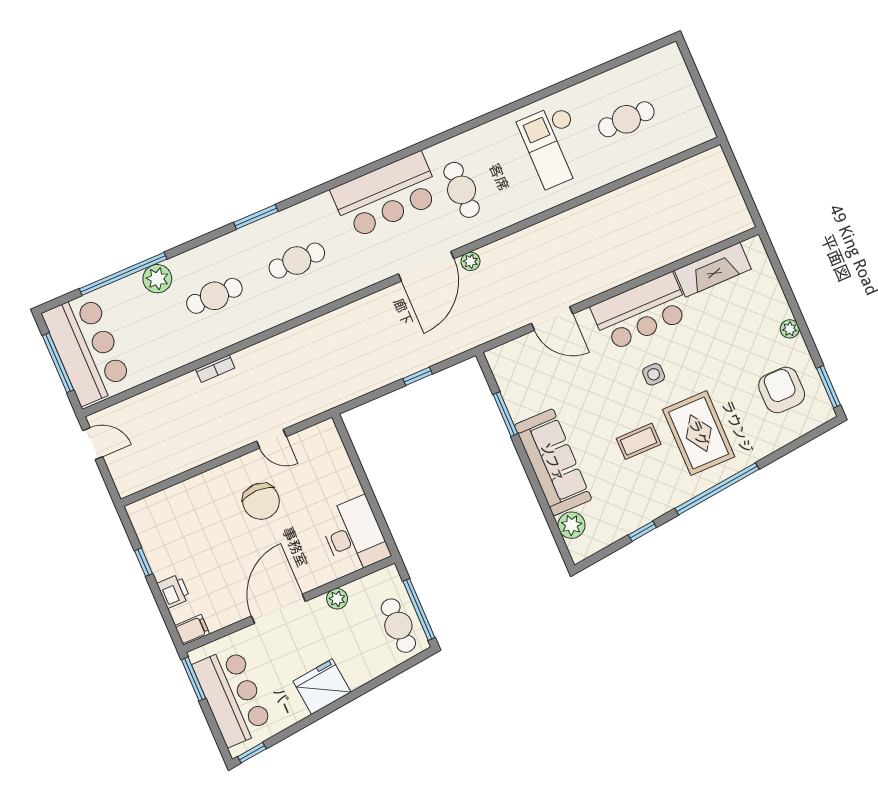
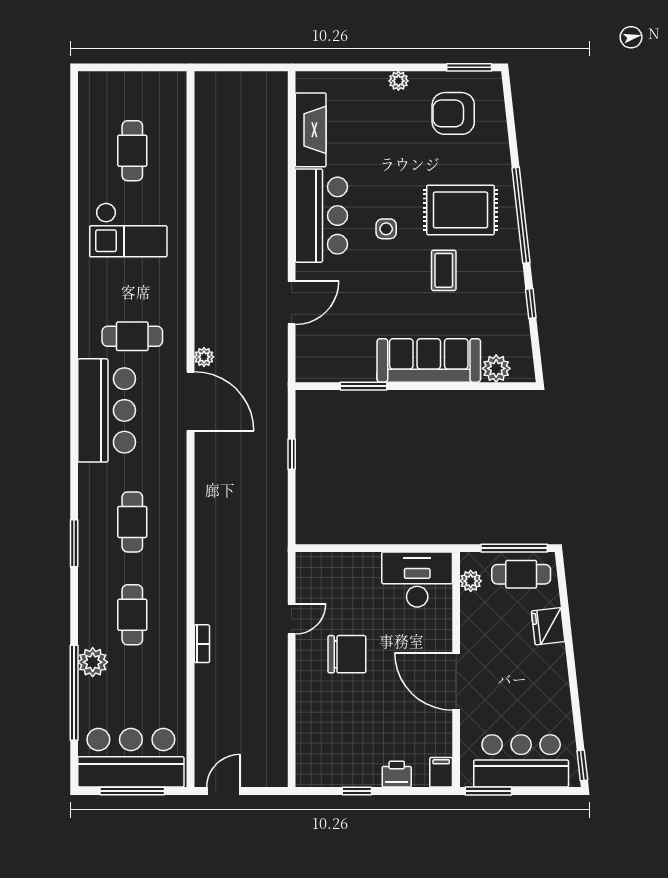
plant: (337, 599) -> (471, 581), moved
fridge: (322, 687) -> (548, 626), moved, width x0.73, depth x0.75

